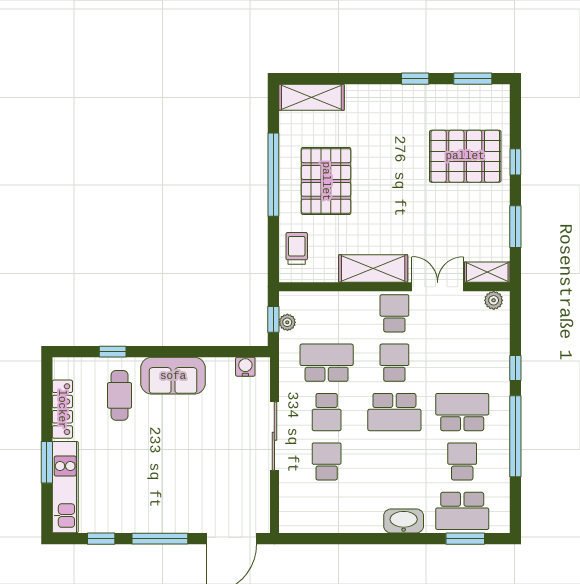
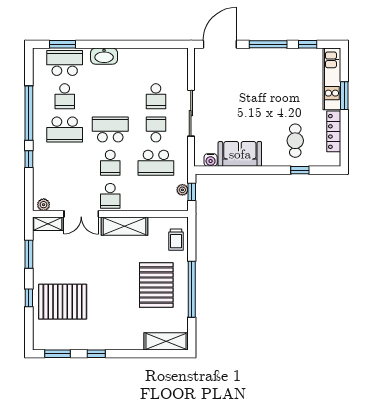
sofa: (173, 376) -> (240, 154), moved

